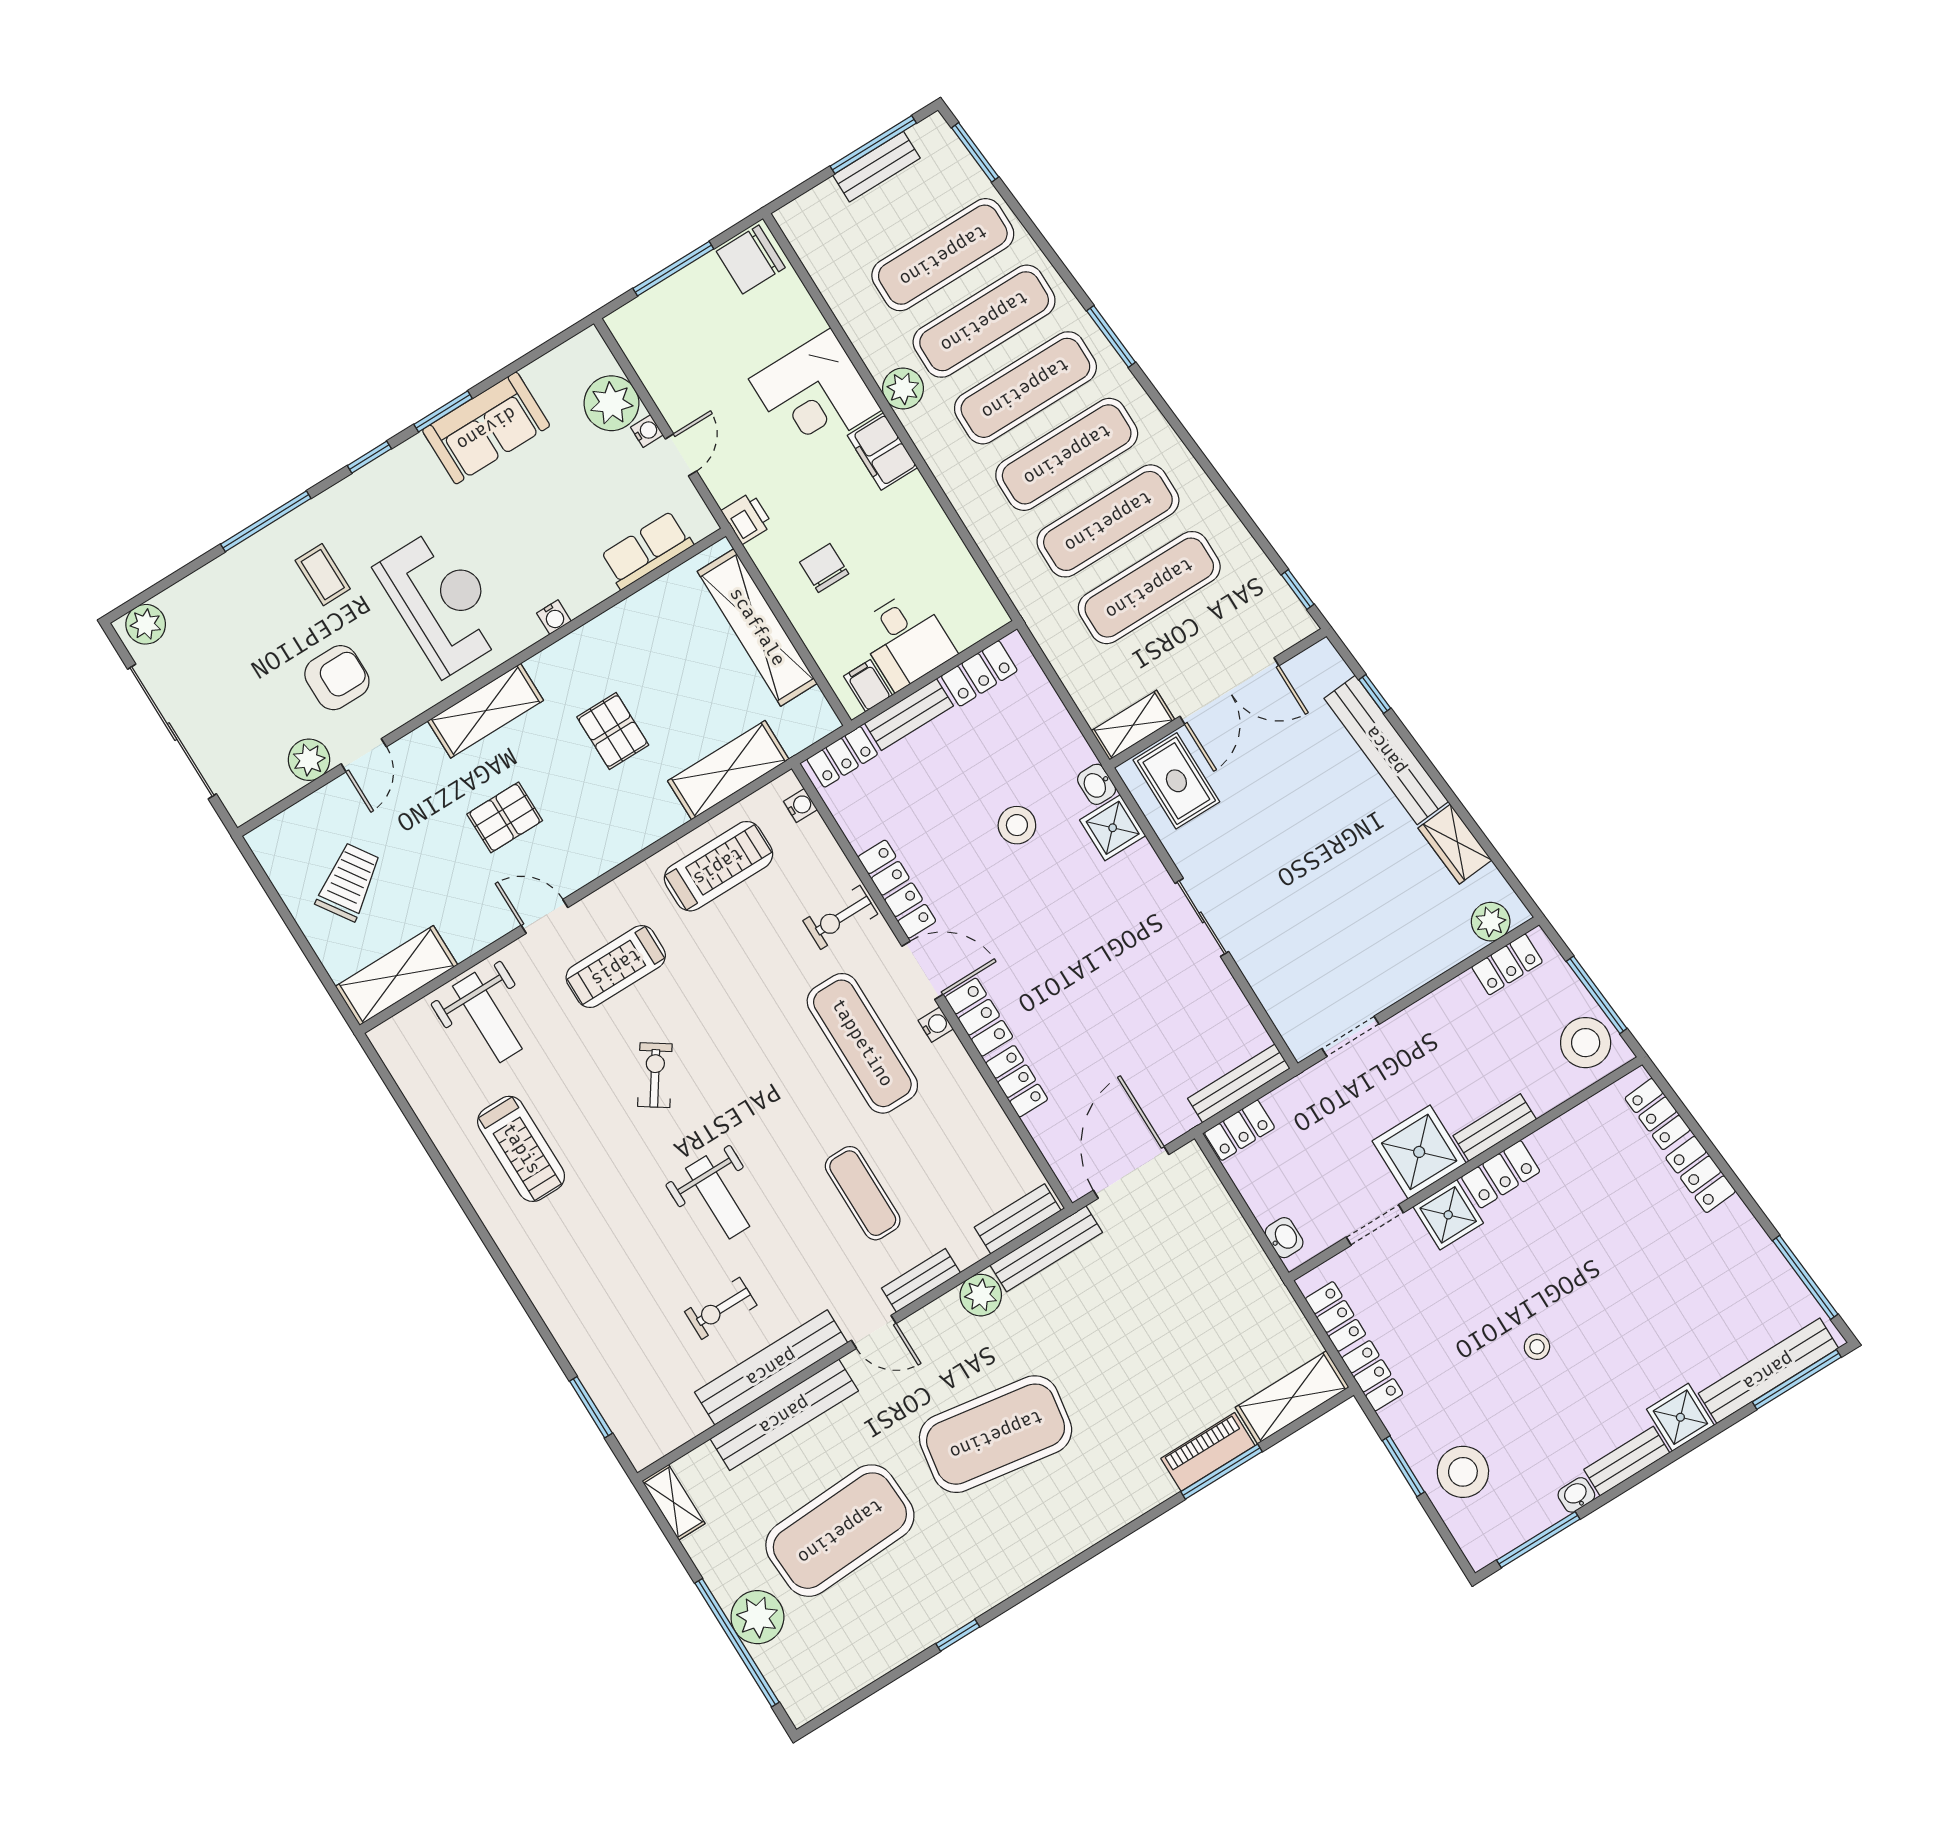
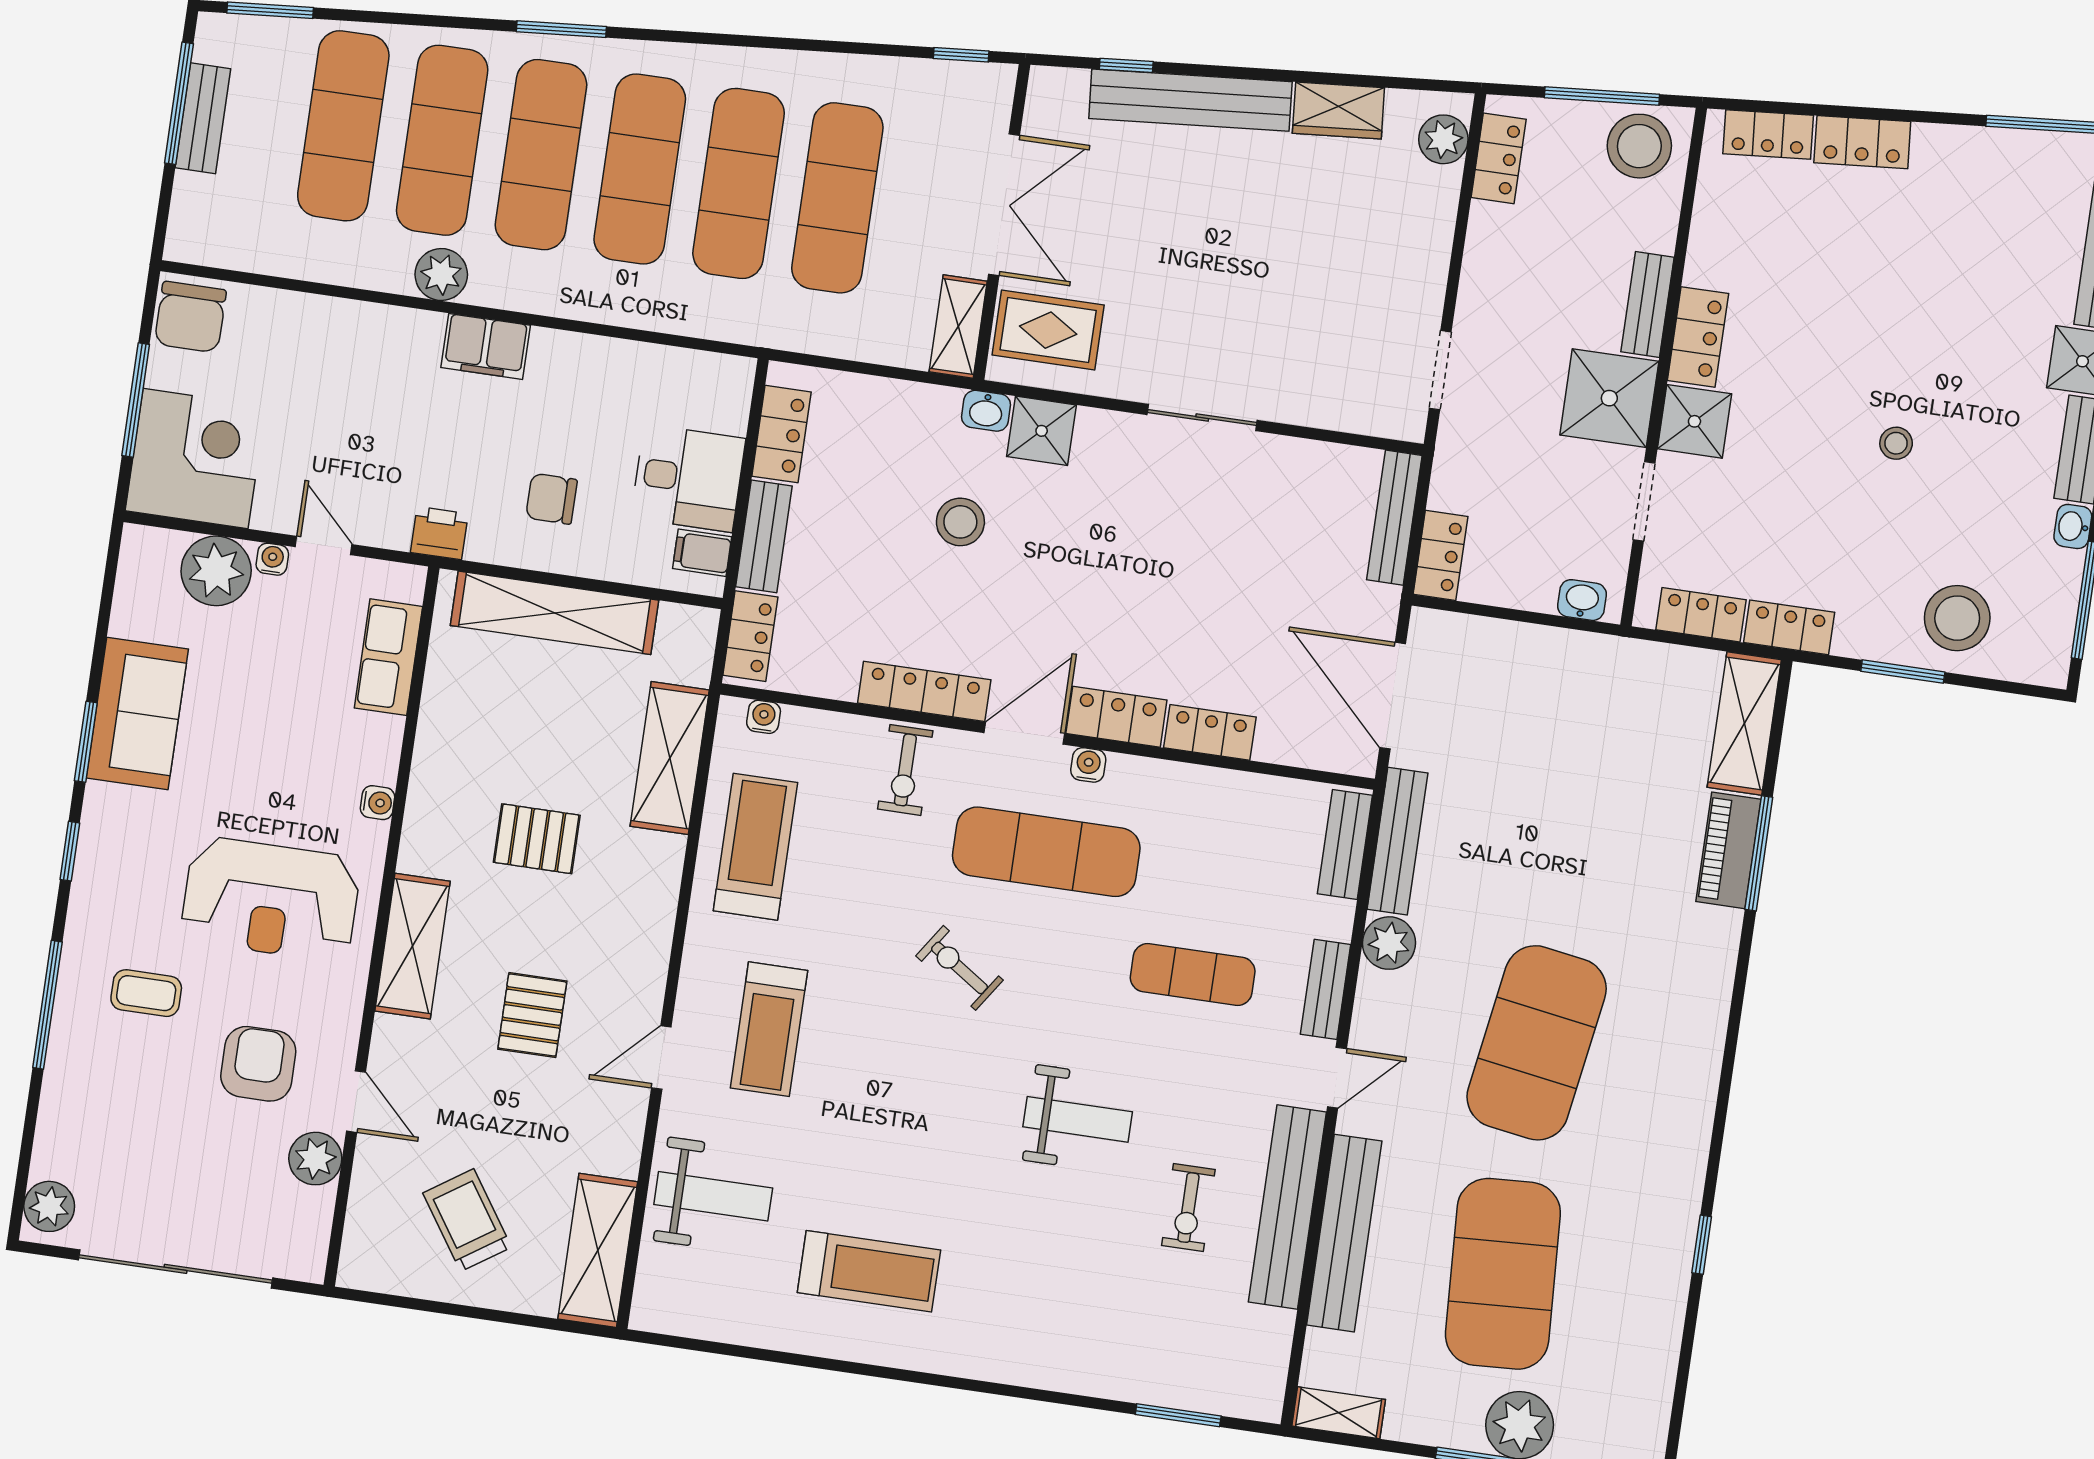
corner desk: (815, 394) -> (195, 459), moved, turned -90
reception desk: (442, 602) -> (271, 899), turned 180
exercise bike: (655, 1075) -> (959, 968), moved

